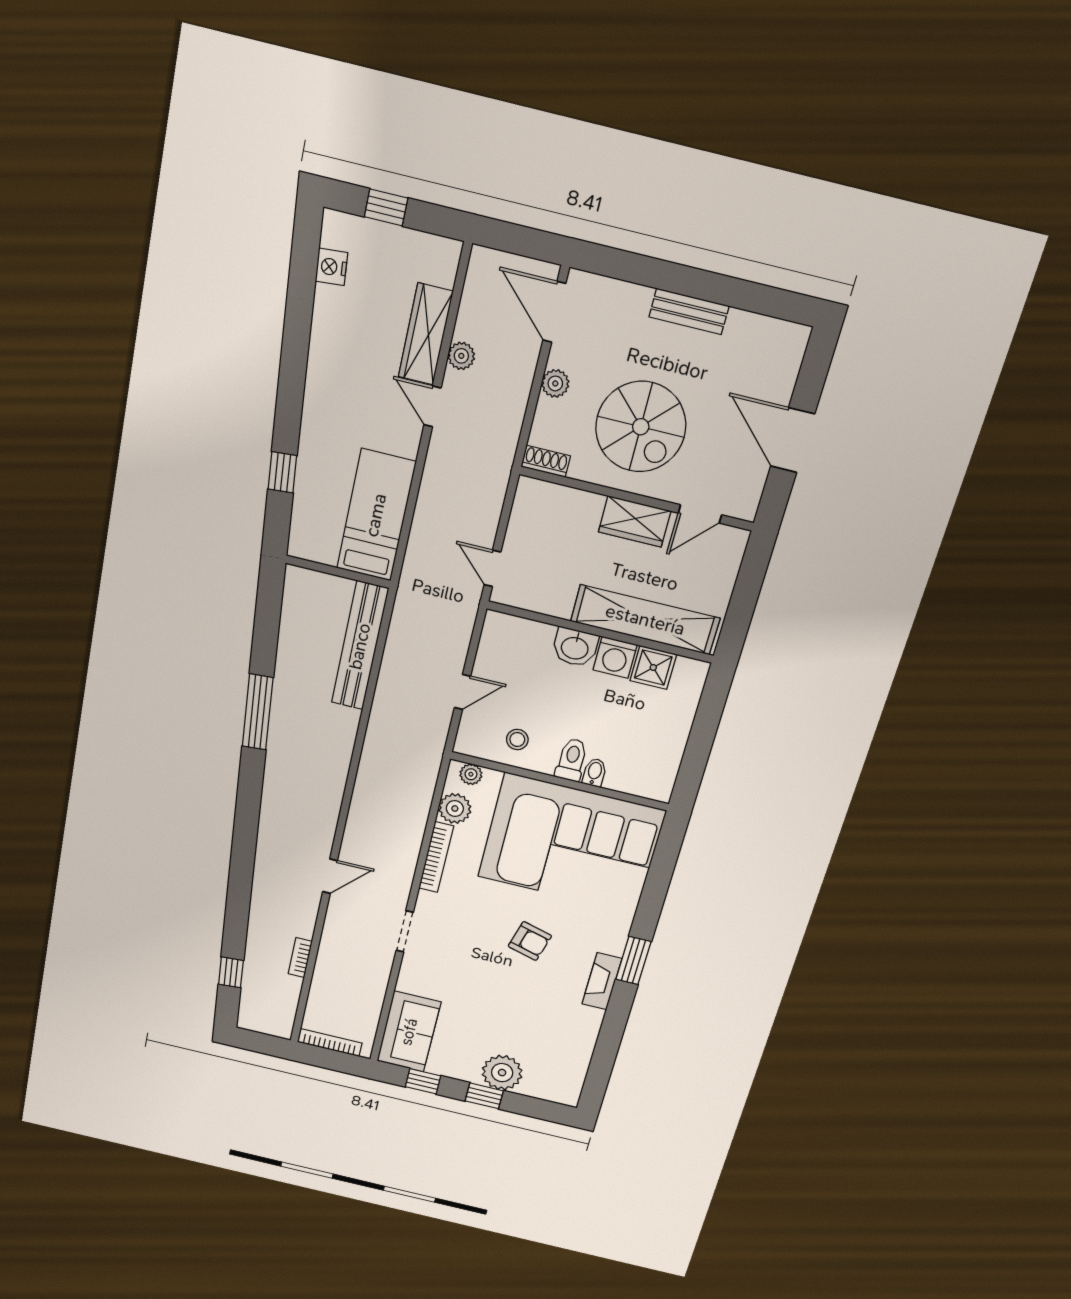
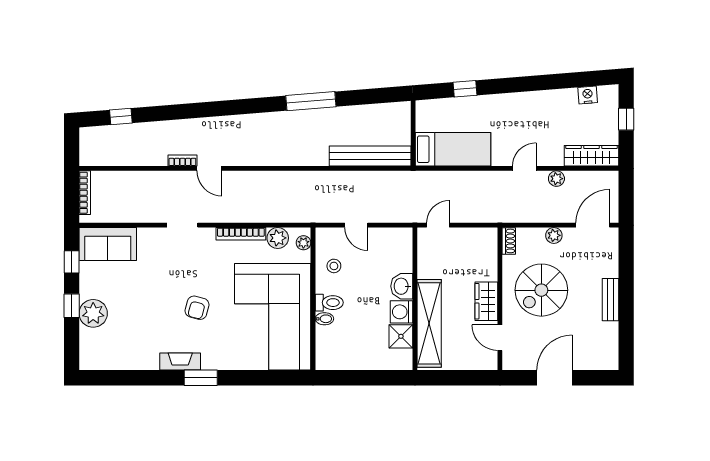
wardrobe: (426, 334) -> (592, 156), moved
bookcase: (300, 958) -> (182, 161), moved

